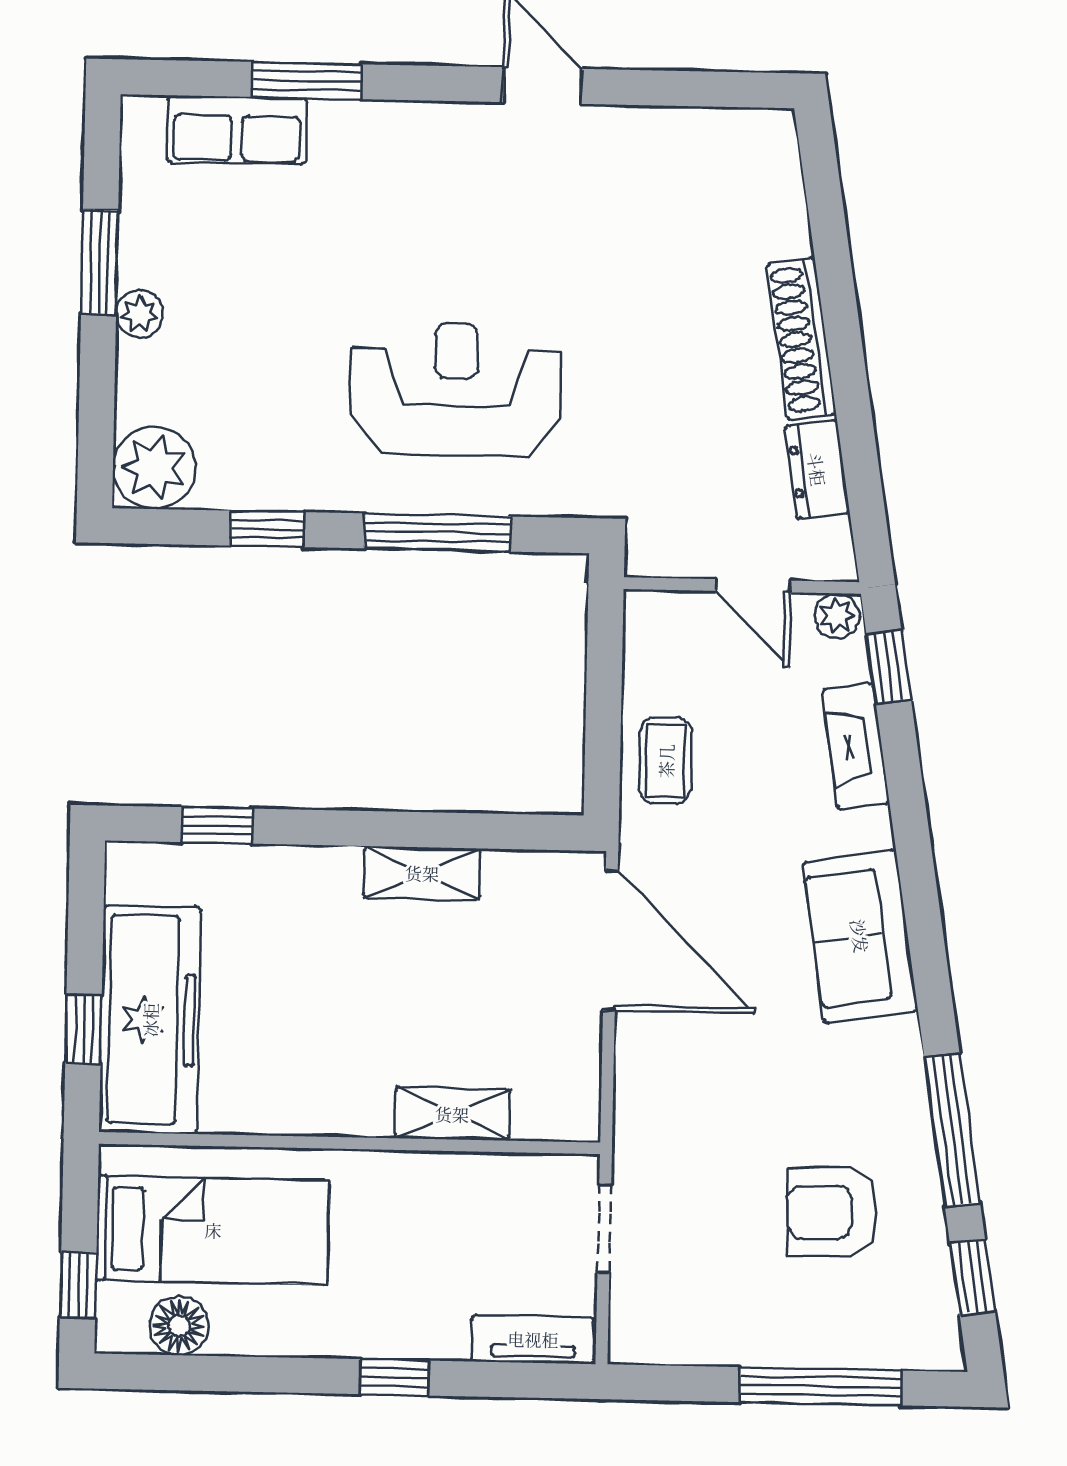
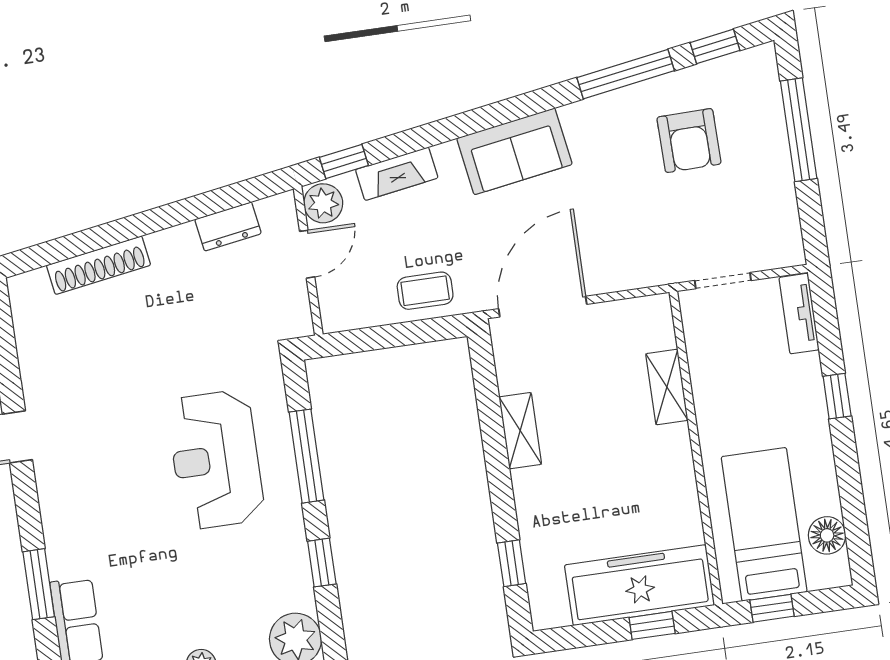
shoe rack: (801, 339) -> (98, 265), moved
plant: (837, 616) -> (323, 203), width x1.38, depth x1.38
window: (78, 1285) -> (772, 608), moved

